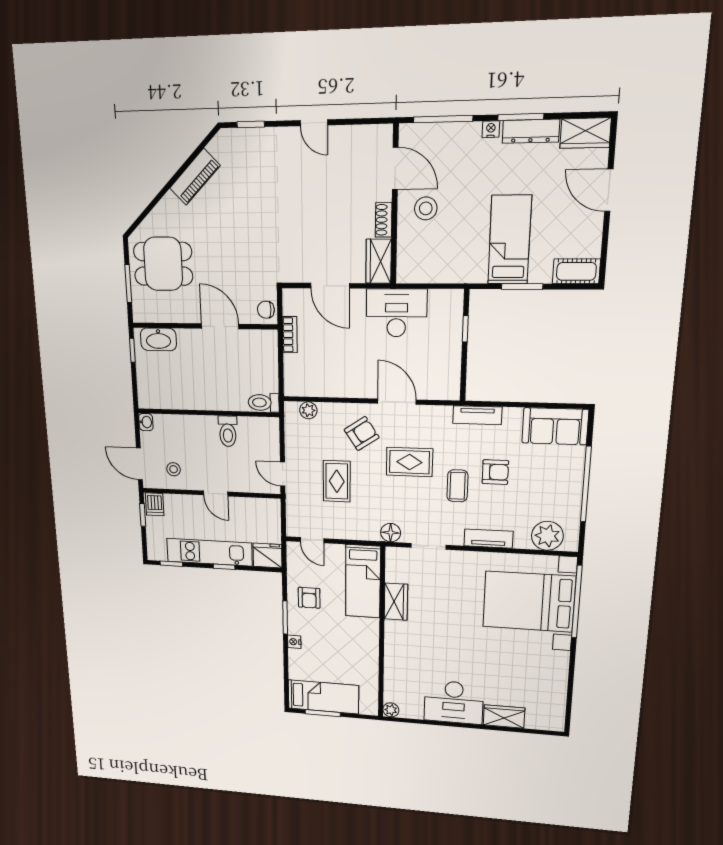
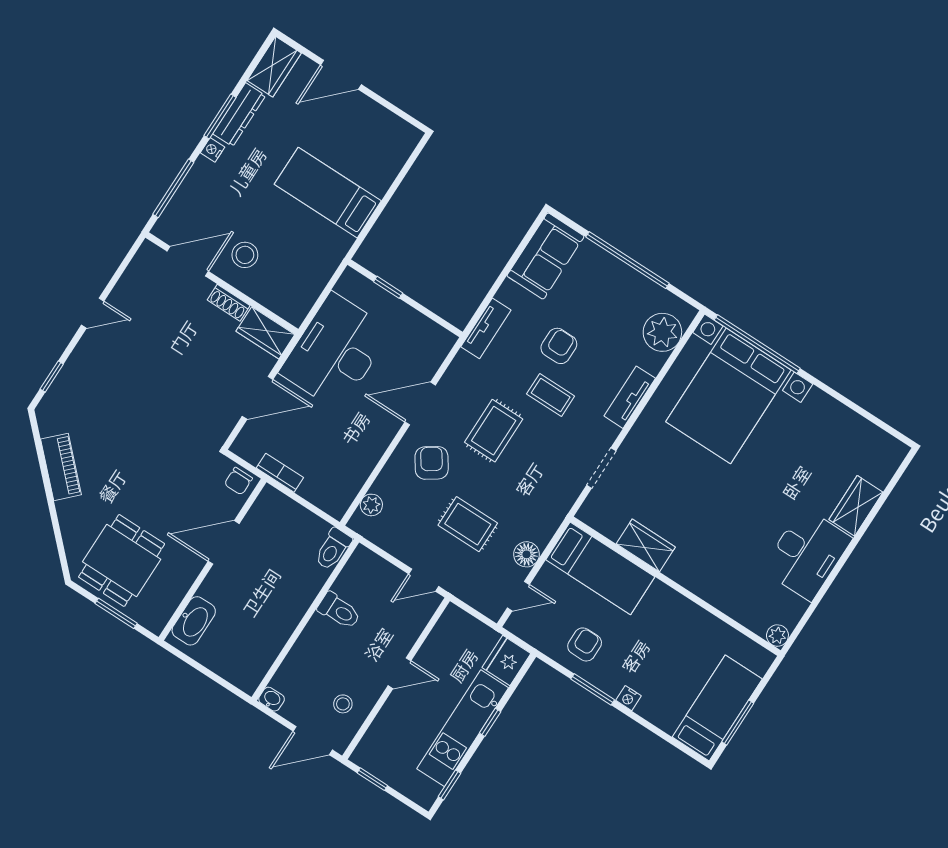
cot: (576, 271) -> (399, 147), removed
window: (522, 286) -> (381, 207), removed
desk: (396, 313) -> (335, 352), width x1.36, depth x1.30
window: (132, 350) -> (186, 659), removed
dishwasher: (155, 504) -> (369, 755), removed
floor lamp: (391, 533) -> (526, 554), moved
armchair: (309, 598) -> (585, 644), turned -90

